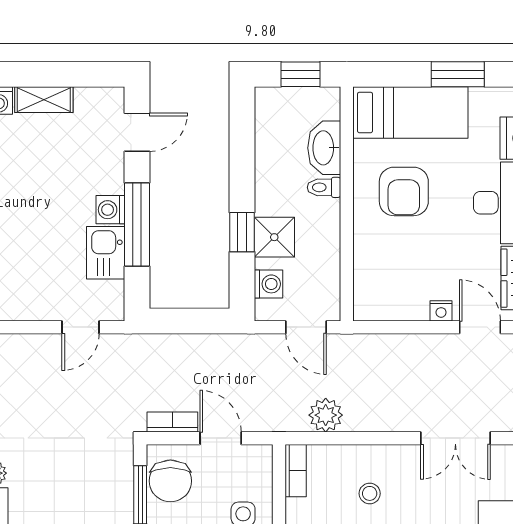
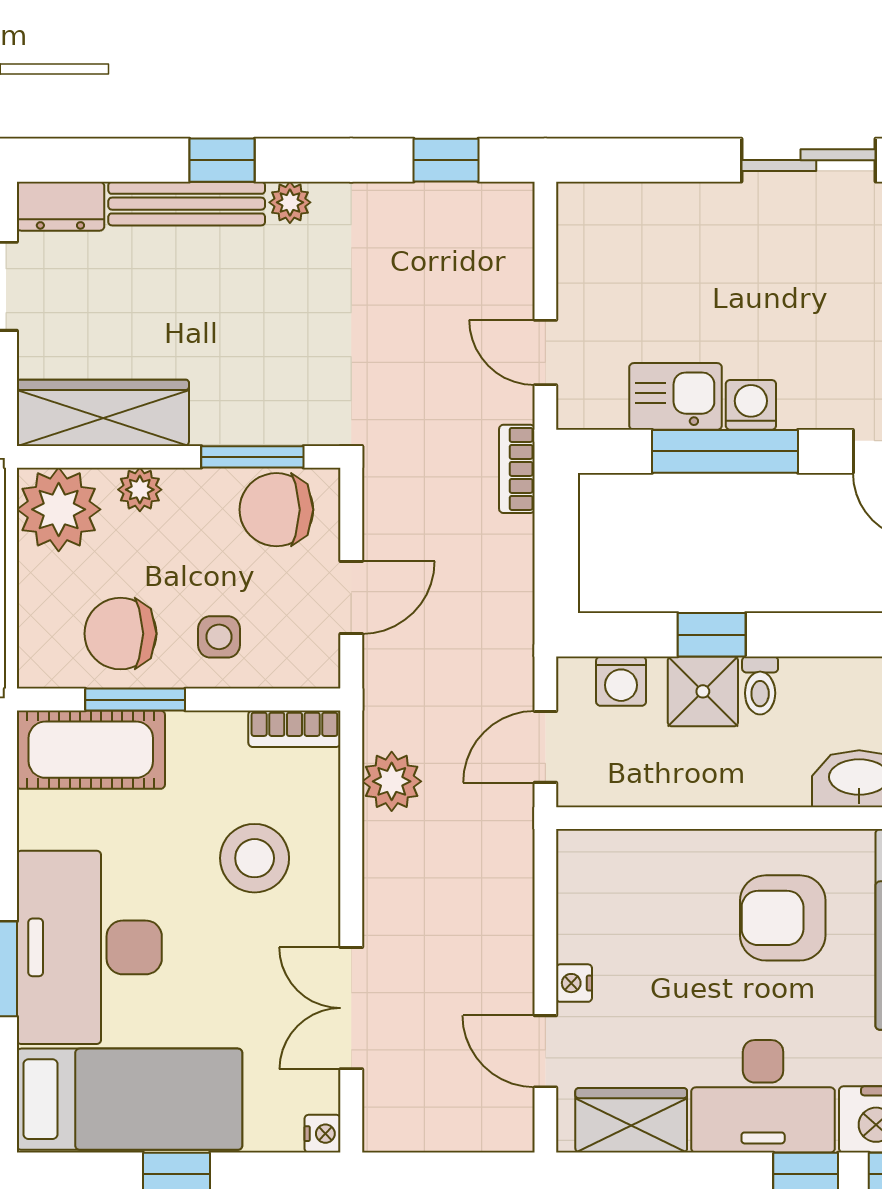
toilet: (324, 187) -> (760, 685), moved, turned 180
door: (480, 327) -> (545, 1051), swing flipped
bookcase: (172, 422) -> (517, 469), moved, turned 180
stool: (370, 493) -> (255, 858), width x1.89, depth x1.89

